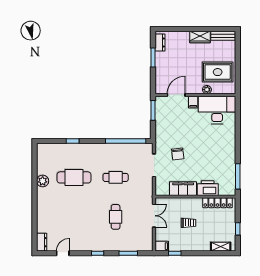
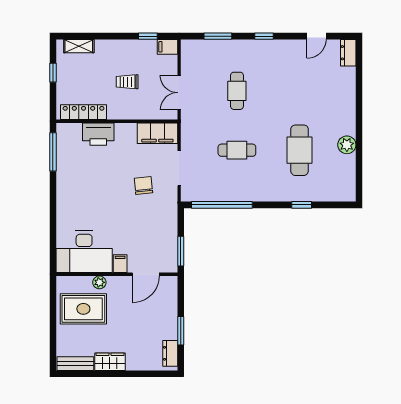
cafe table: (74, 177) -> (300, 150), turned 90
filing cabinet: (183, 189) -> (157, 133), moved

